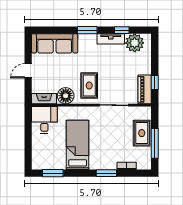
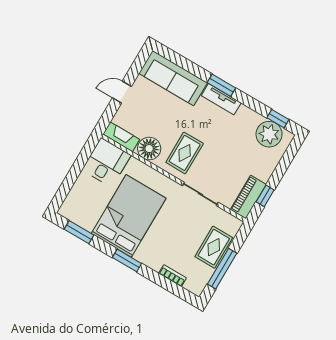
window: (122, 30) -> (278, 119), moved
tv unit: (111, 39) -> (221, 99), moved
bed: (78, 145) -> (129, 216), width x1.50
window: (106, 173) -> (127, 260), moved

